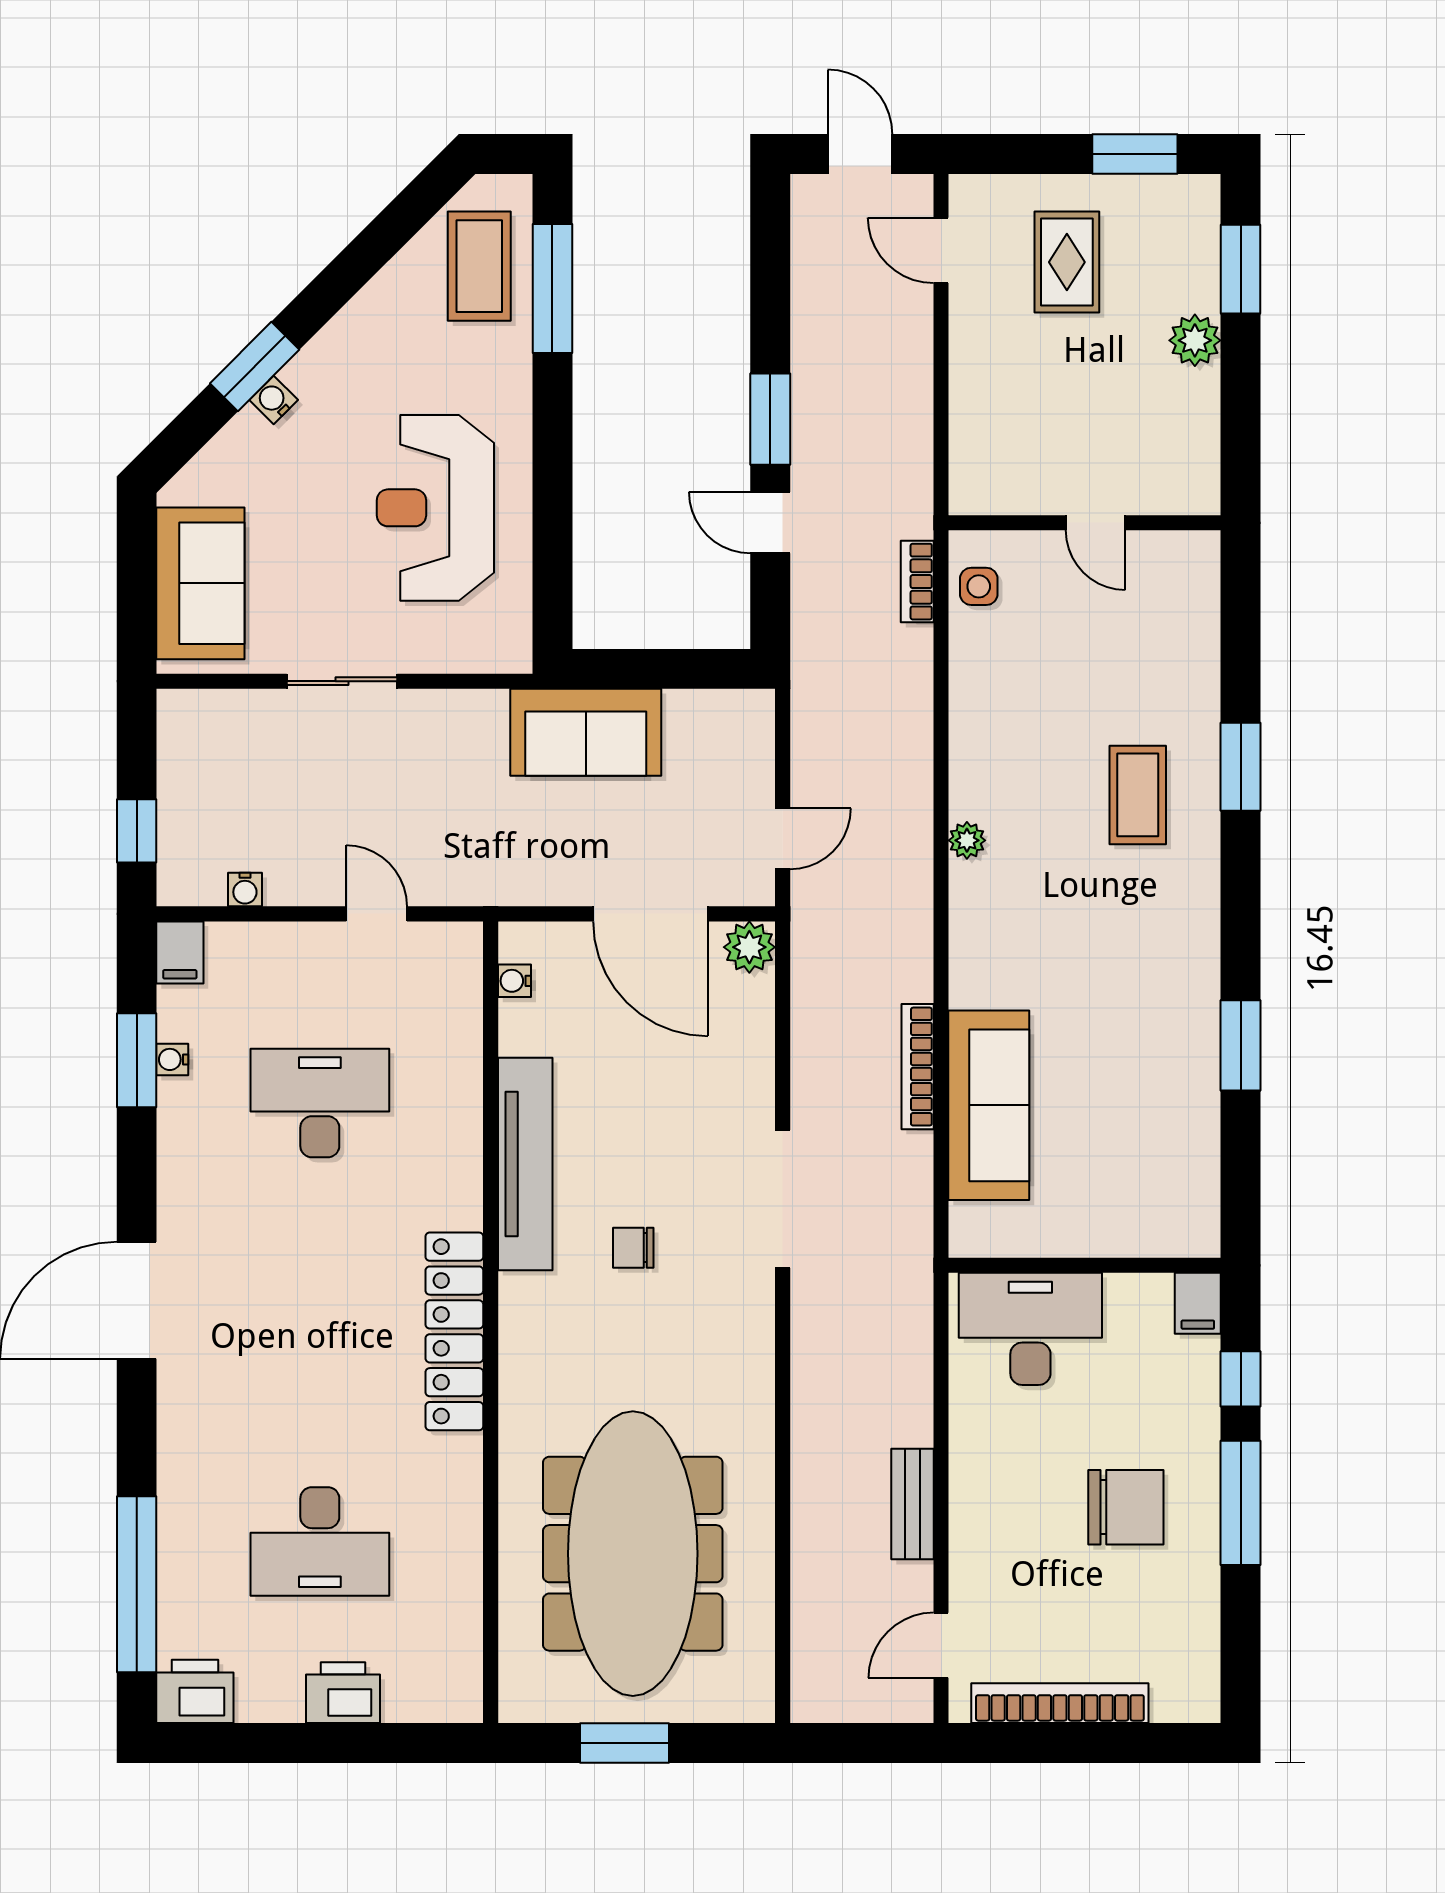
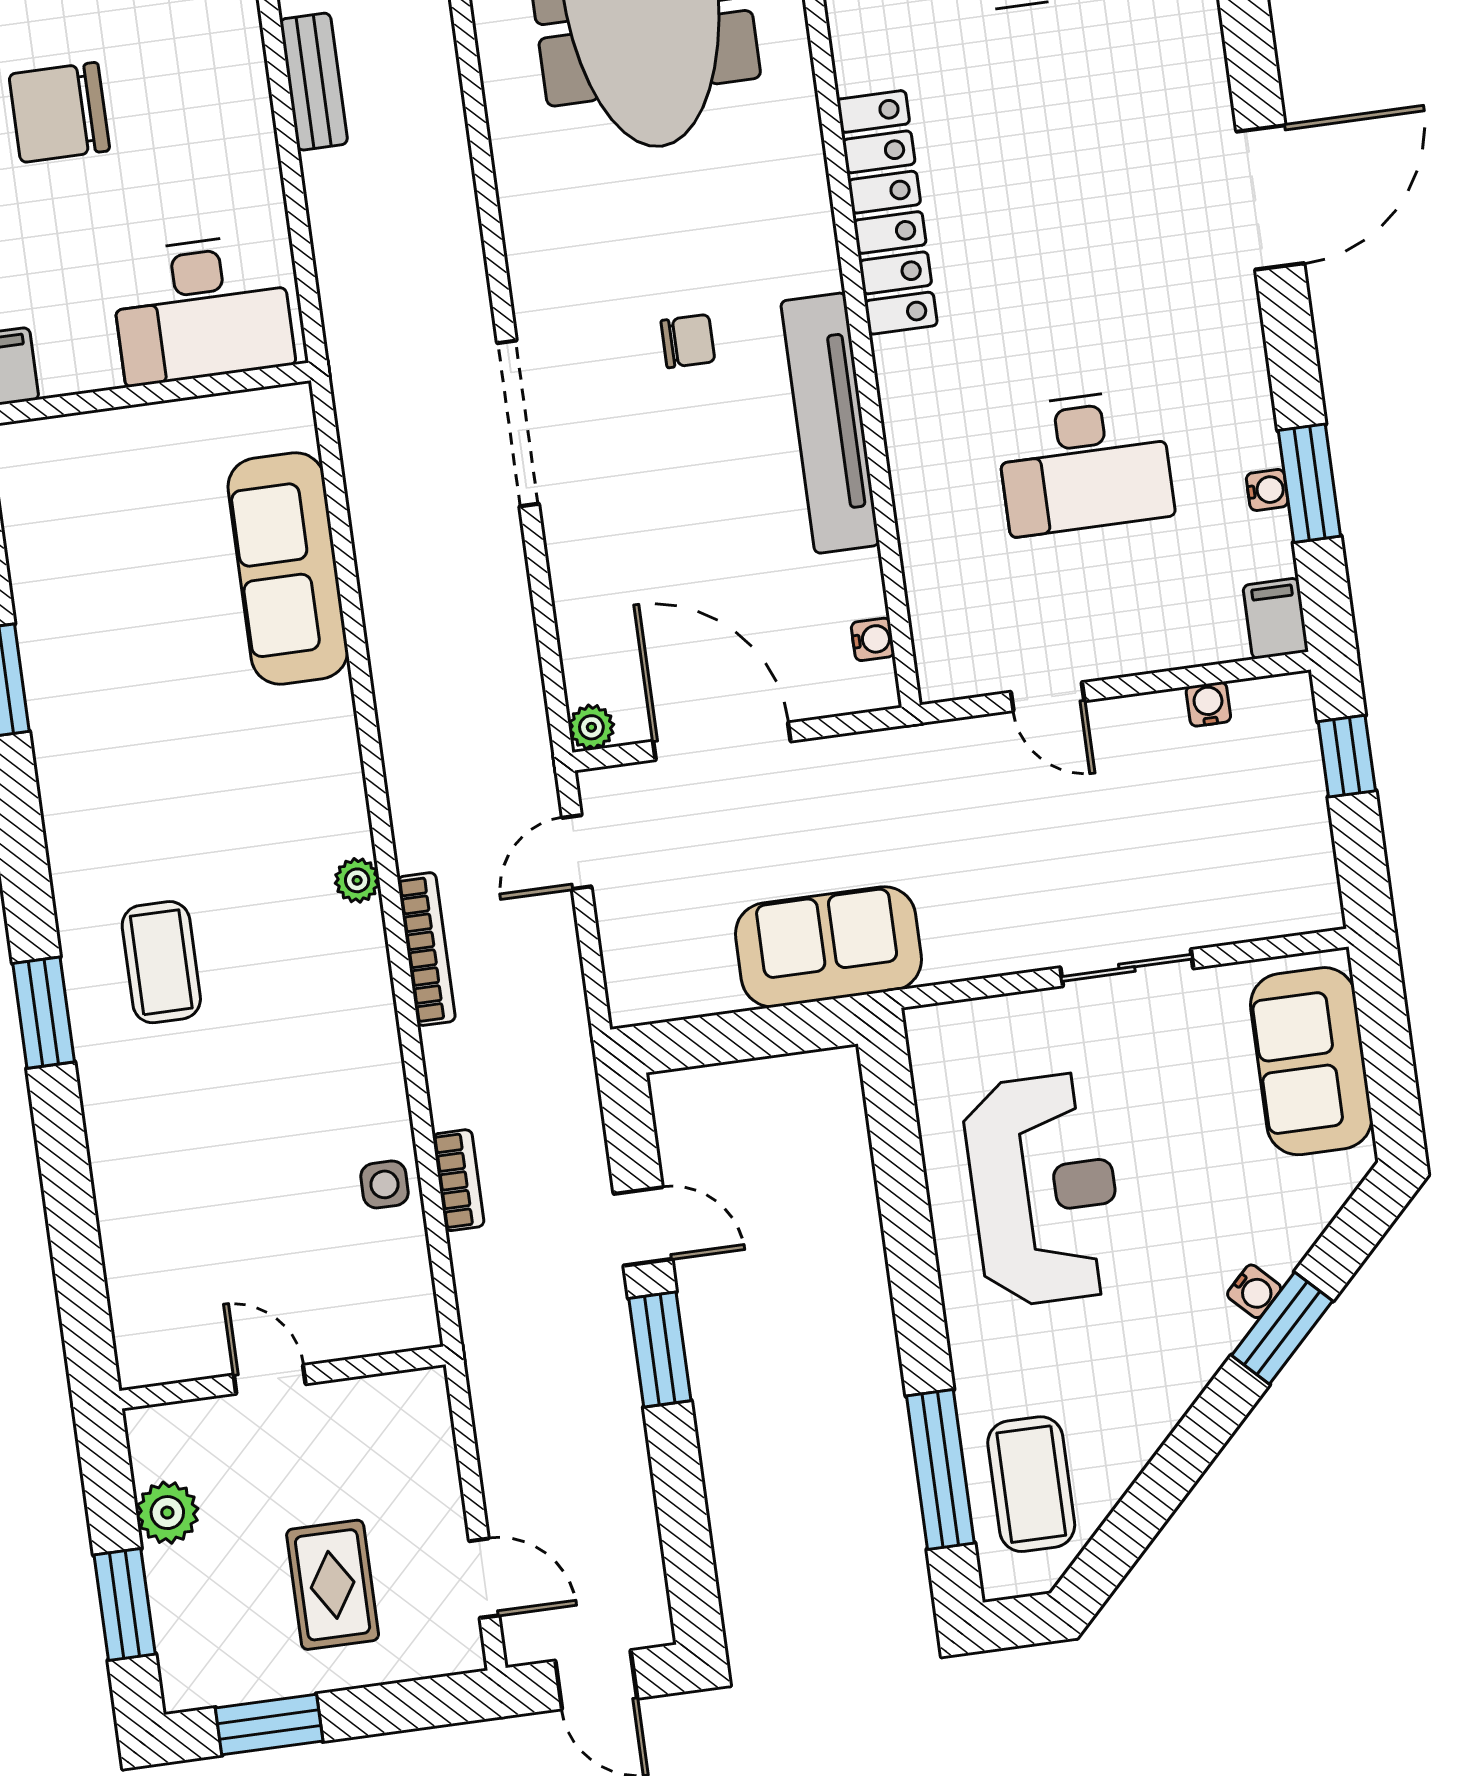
wall: (1085, 523) -> (283, 1378), moved
door: (1095, 523) -> (270, 1379), moved
plant: (749, 947) -> (591, 727), width x0.73, depth x0.73
bookcase: (918, 1067) -> (426, 949), moved

